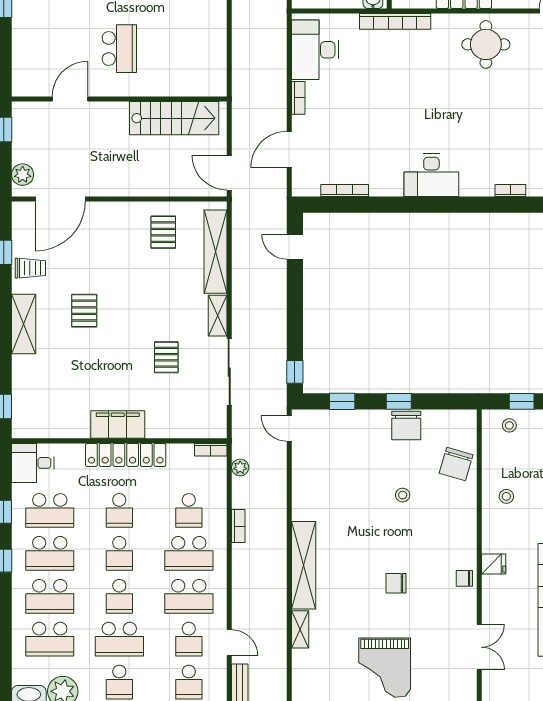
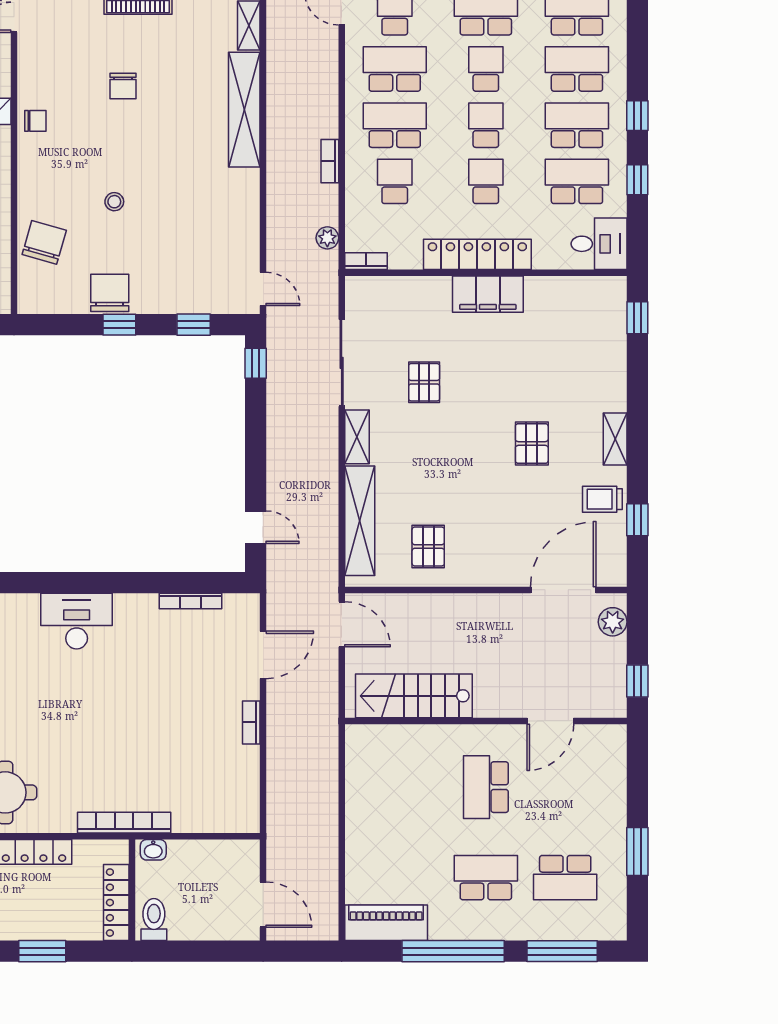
desk: (315, 50) -> (229, 785), removed
shelving: (24, 324) -> (615, 439), width x0.67, depth x0.75
chair: (464, 578) -> (35, 121), moved
chair: (396, 583) -> (123, 86), turned 90

